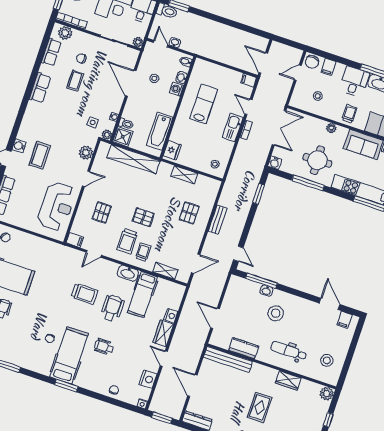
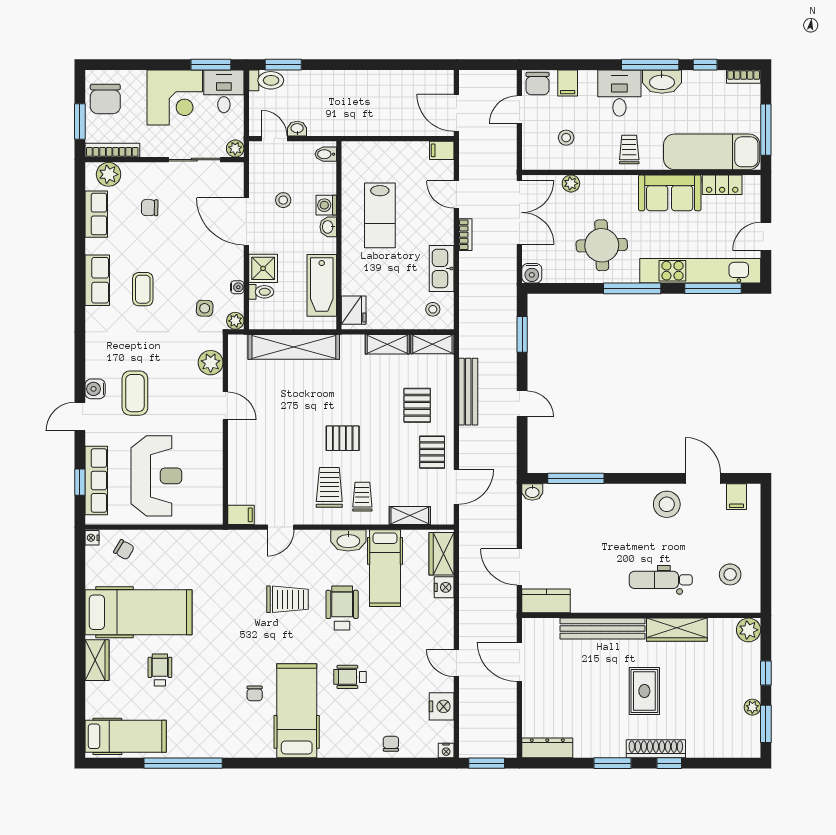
washbasin: (182, 78) -> (328, 227), moved
coffee table: (75, 81) -> (143, 289), moved
lab bench: (204, 104) -> (380, 215), turned 180
kitchen sink: (233, 127) -> (442, 268), moved
plant: (331, 128) -> (571, 183), moved
shower: (123, 137) -> (263, 268), moved
door: (86, 179) -> (225, 406), hinge flipped
shelving: (208, 183) -> (432, 344), added
window: (308, 183) -> (632, 288), moved
reception desk: (57, 206) -> (156, 476), moved
pallet: (102, 213) -> (432, 452), moved
bench: (218, 220) -> (468, 392), width x1.36
trolley: (127, 241) -> (329, 487), turned 180
door: (238, 254) -> (522, 404), moved
washbasin: (266, 291) -> (532, 492), moved
stool: (276, 313) -> (667, 504), moved
wardrobe: (163, 333) -> (441, 554), moved
kitchen counter: (244, 348) -> (546, 601), moved
bench: (228, 359) -> (603, 628), moved
wardrobe: (288, 380) -> (677, 630), width x1.50
window: (66, 386) -> (309, 763), removed
door: (192, 386) -> (519, 662), moved

